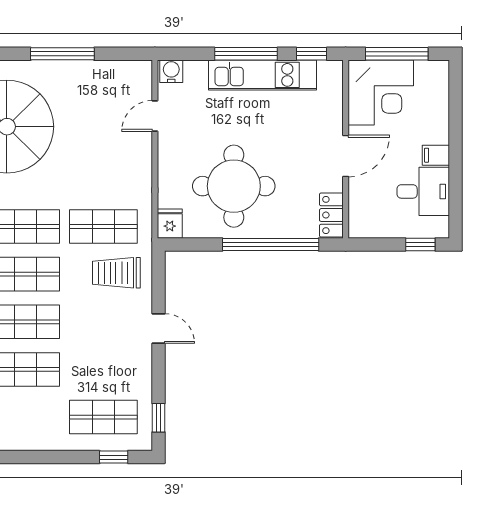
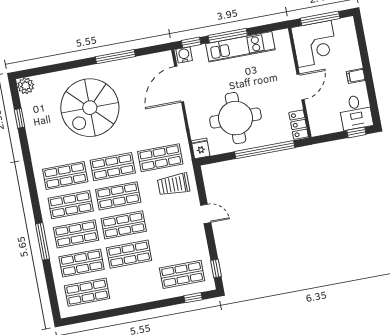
window: (311, 54) -> (191, 42), moved
door: (155, 116) -> (179, 84), width x1.88
desk: (423, 191) -> (356, 112), moved, turned 90

